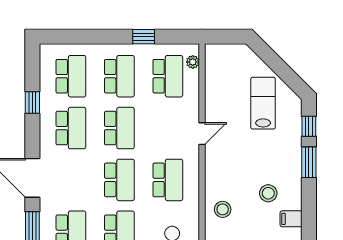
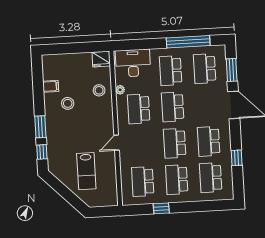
plant: (193, 62) -> (120, 90), moved
lab bench: (263, 103) -> (86, 171), moved

